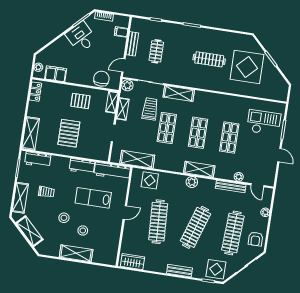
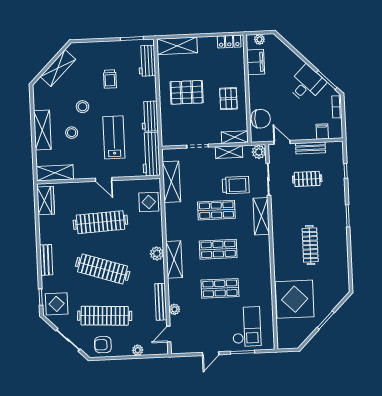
display table: (247, 67) -> (295, 299), moved
shelving: (20, 198) -> (55, 173), moved

